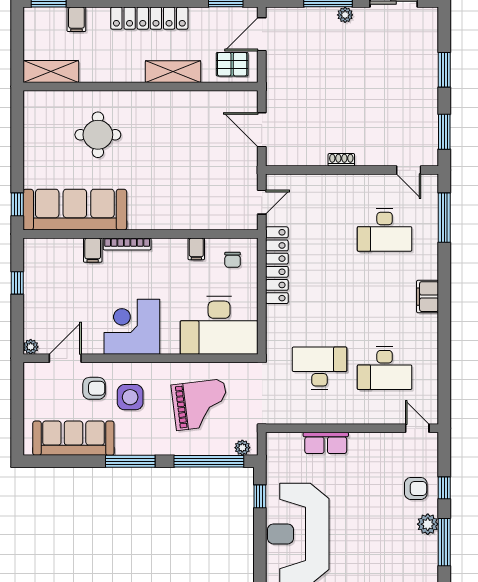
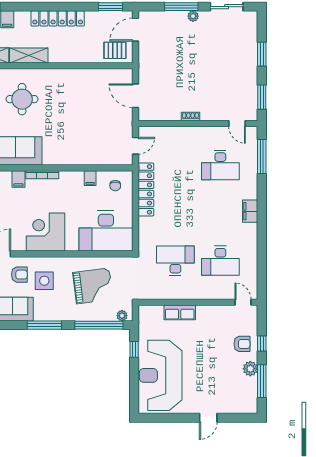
shelving: (173, 72) -> (29, 55), moved

